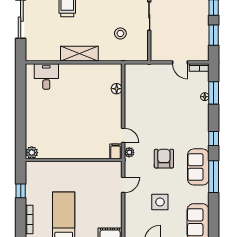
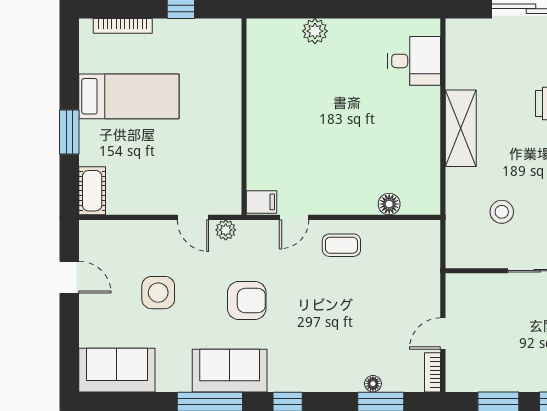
coffee table: (137, 112) -> (341, 245), added
plant: (129, 152) -> (226, 230), moved
plant: (32, 153) -> (315, 31), moved

